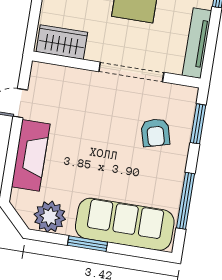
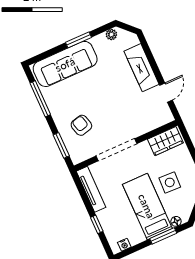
plant: (50, 217) -> (111, 34), width x0.53, depth x0.53

